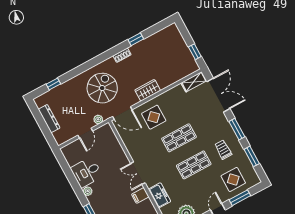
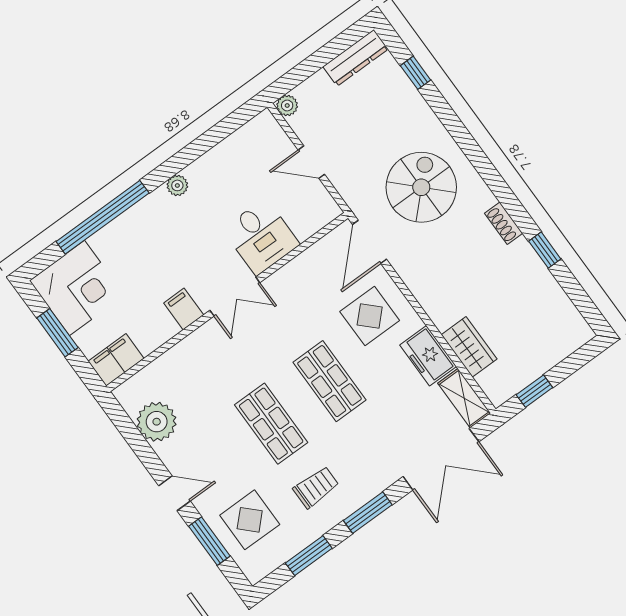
spiral stairs: (102, 88) -> (421, 187), turned -90
wardrobe: (148, 90) -> (469, 347), moved
dresser: (49, 119) -> (356, 58), moved
plant: (98, 119) -> (287, 105), moved
desk: (87, 172) -> (261, 237), moved, turned 180
double door: (138, 173) -> (235, 296), swing flipped
freezer: (159, 195) -> (428, 356), moved, turned 90

